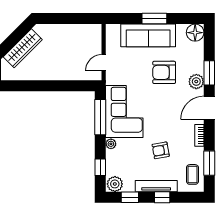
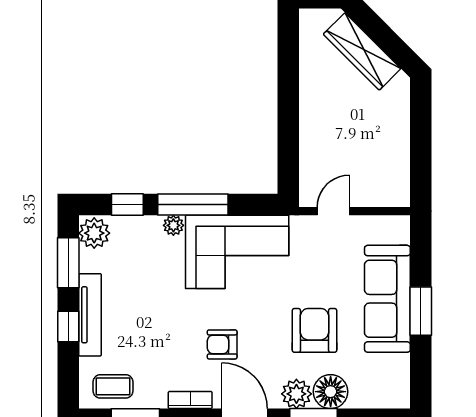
floor lamp: (195, 33) -> (331, 392), moved
door: (104, 63) -> (333, 211), hinge flipped
window: (100, 117) -> (193, 205), moved
armchair: (161, 150) -> (222, 344), moved, turned -80
window: (130, 197) -> (68, 263), width x1.50

